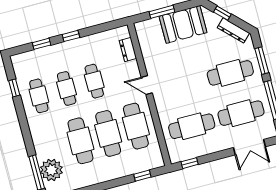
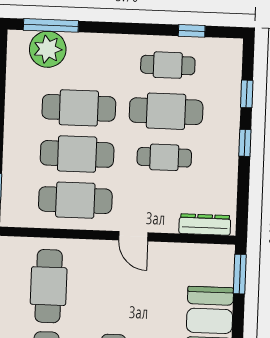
window: (162, 12) -> (240, 274), moved
dresser: (128, 49) -> (205, 225), width x1.44
door: (147, 85) -> (133, 236), swing flipped
cafe table: (67, 88) -> (166, 111), width x1.37, depth x1.35

